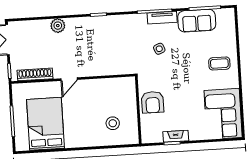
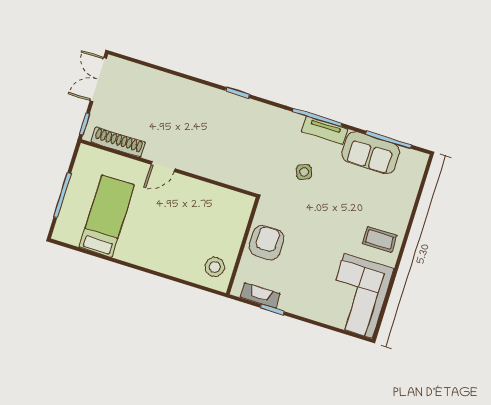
plant: (58, 26) -> (176, 86), removed
coffee table: (219, 63) -> (380, 240), moved
armchair: (153, 102) -> (267, 243), turned 180
stool: (113, 123) -> (215, 267), moved
bed: (45, 124) -> (107, 216), width x0.67
fireplace: (176, 136) -> (260, 295), moved

